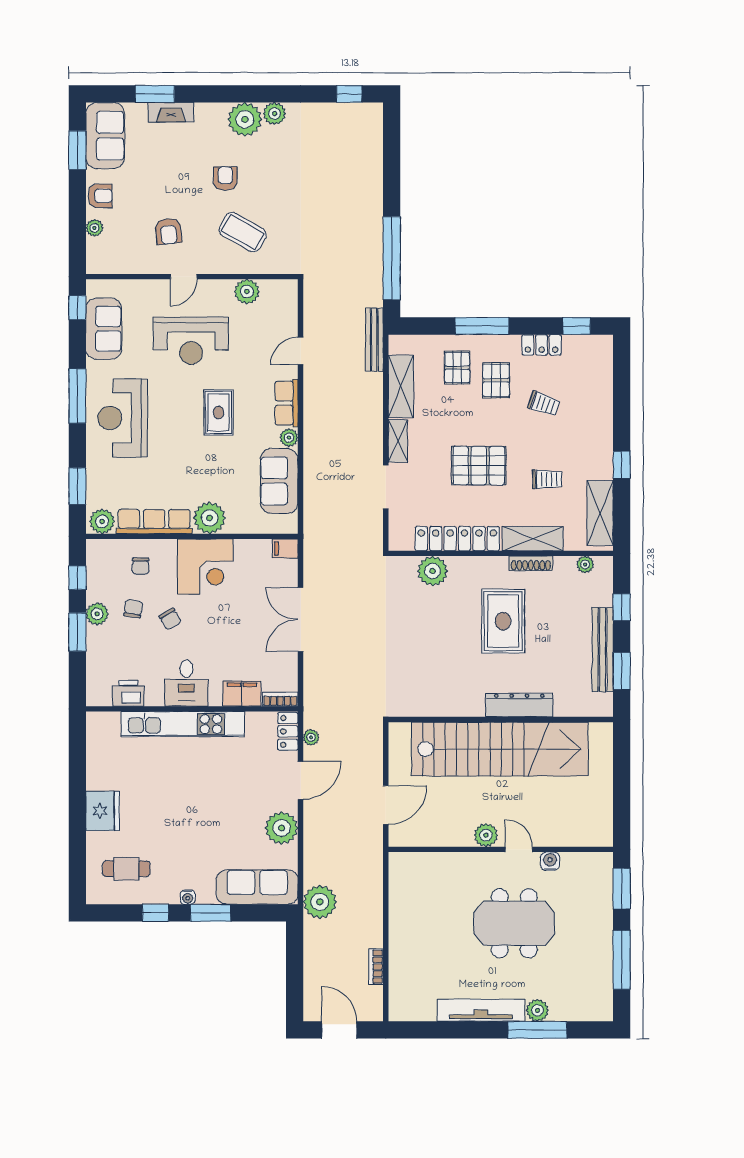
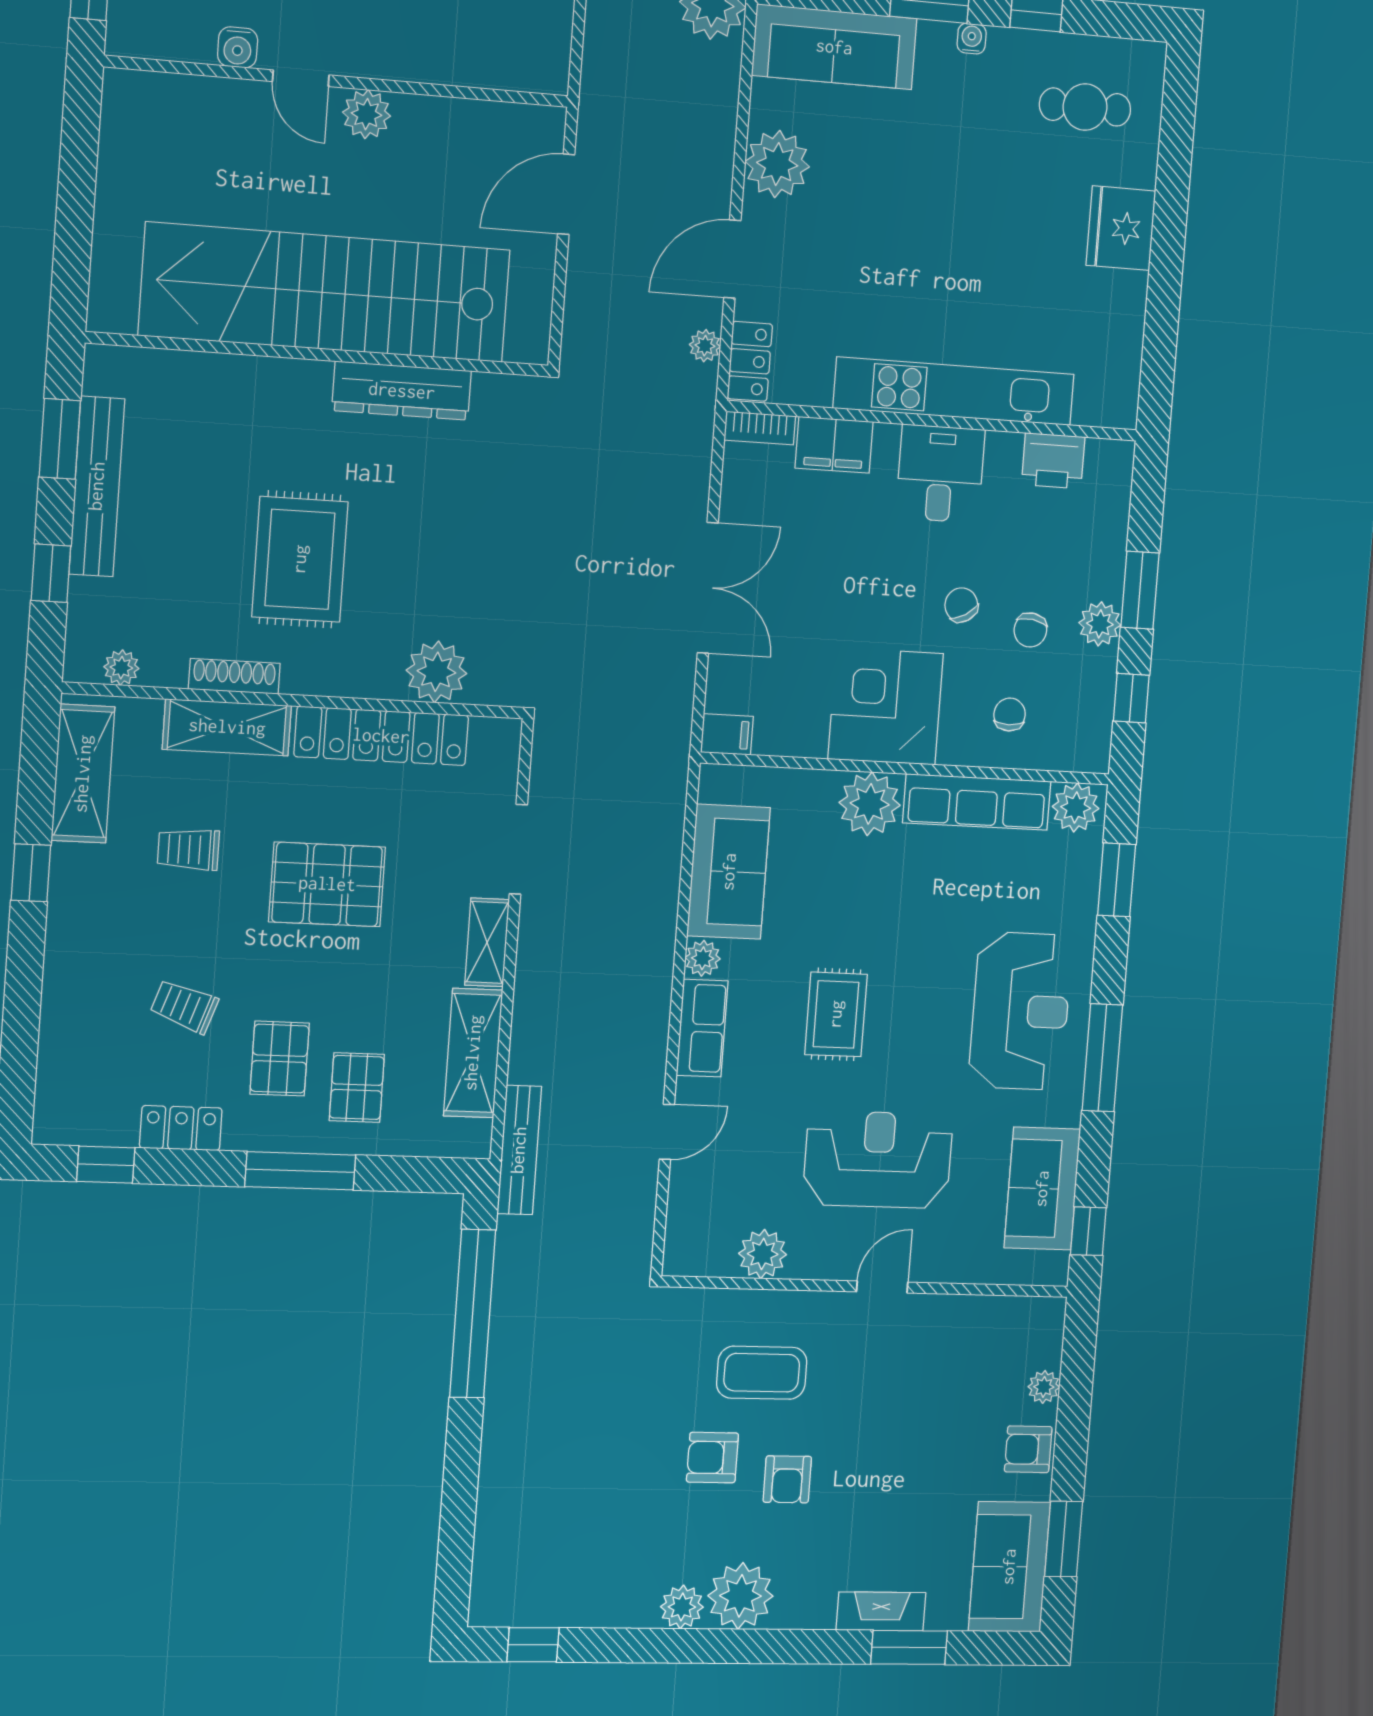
armchair: (168, 231) -> (712, 1458), moved, turned -84
coffee table: (243, 232) -> (762, 1373), turned -30
dresser: (519, 705) -> (402, 391), moved

